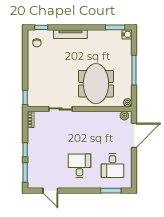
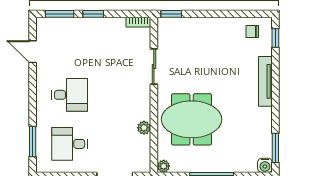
plant: (124, 116) -> (144, 128), moved
door: (50, 191) -> (33, 52), hinge flipped

